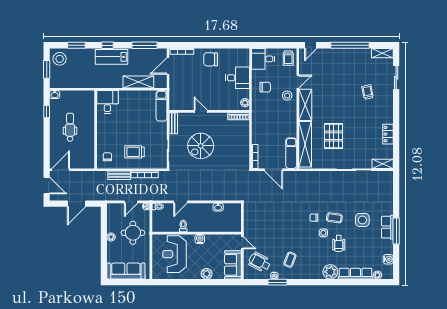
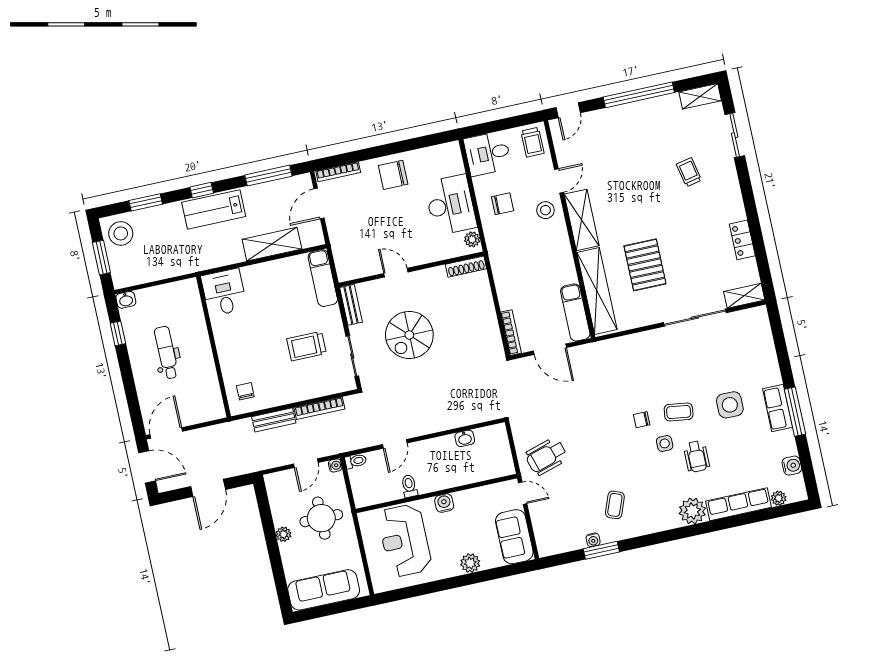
desk: (237, 78) -> (450, 205), width x1.37
trolley: (135, 152) -> (307, 346), moved
wheelchair: (260, 262) -> (546, 456), moved, turned -45

